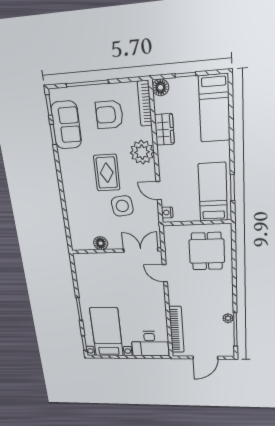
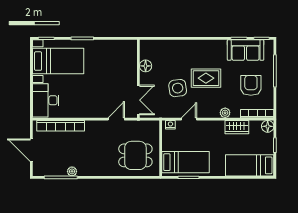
plant: (142, 152) -> (225, 113), width x0.53, depth x0.53

